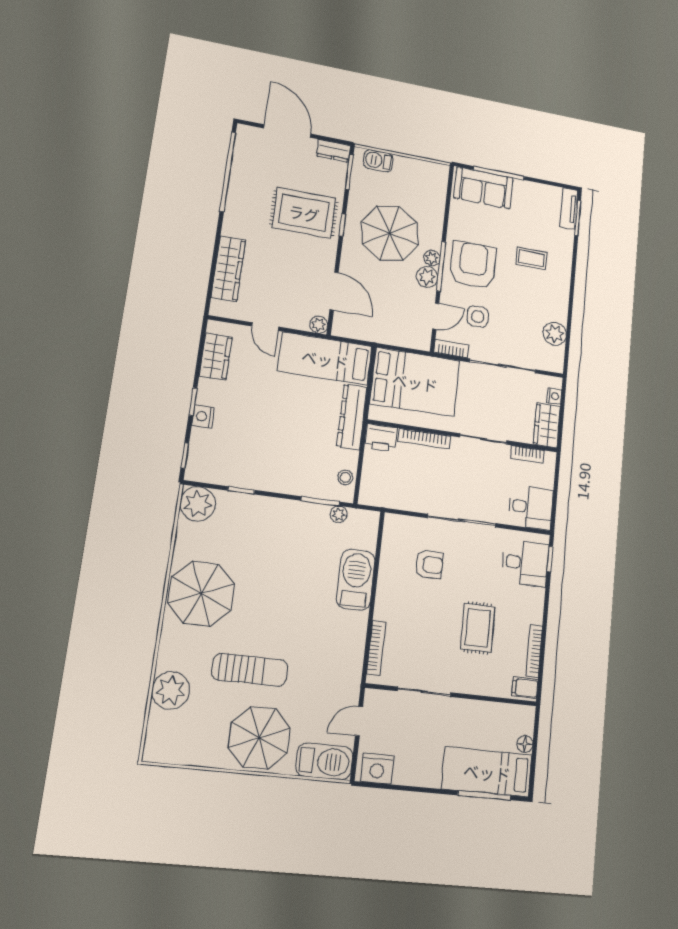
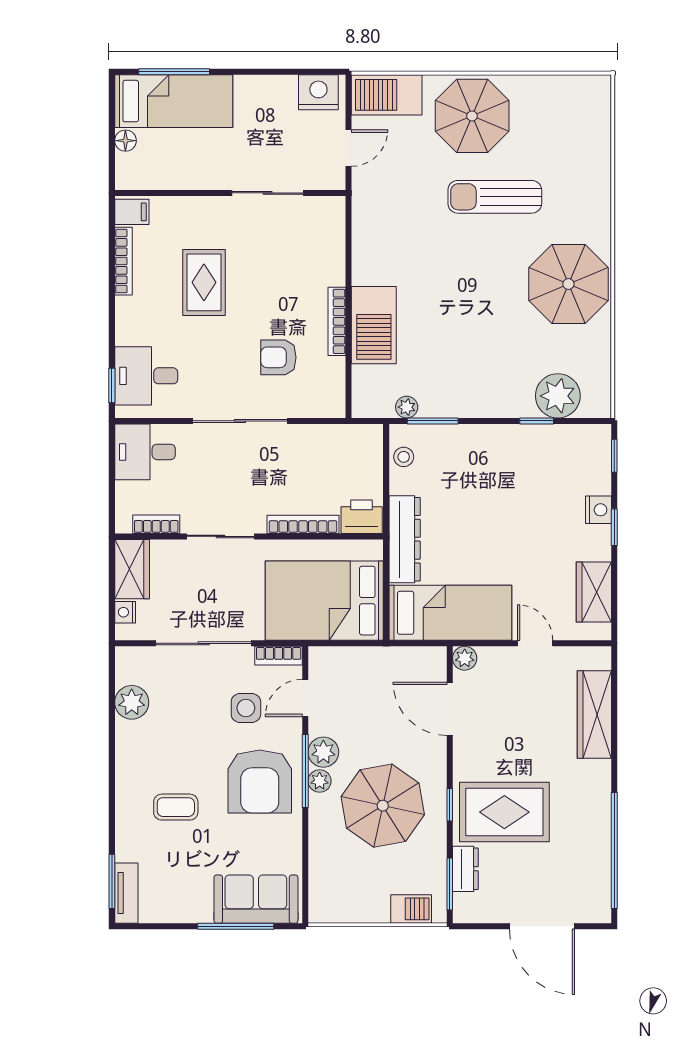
dresser: (333, 151) -> (465, 869), moved, turned 90
plant: (198, 504) -> (558, 396), moved
bookcase: (376, 648) -> (337, 321), moved
plant: (171, 690) -> (588, 162), removed

